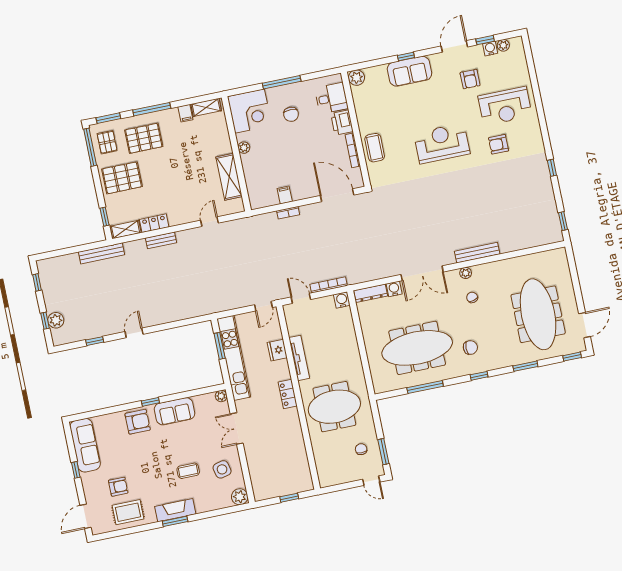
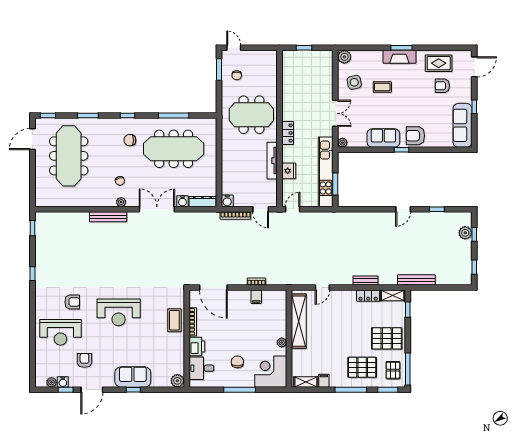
reception desk: (505, 106) -> (60, 332), turned 180
shelving: (229, 177) -> (299, 321), width x1.47

